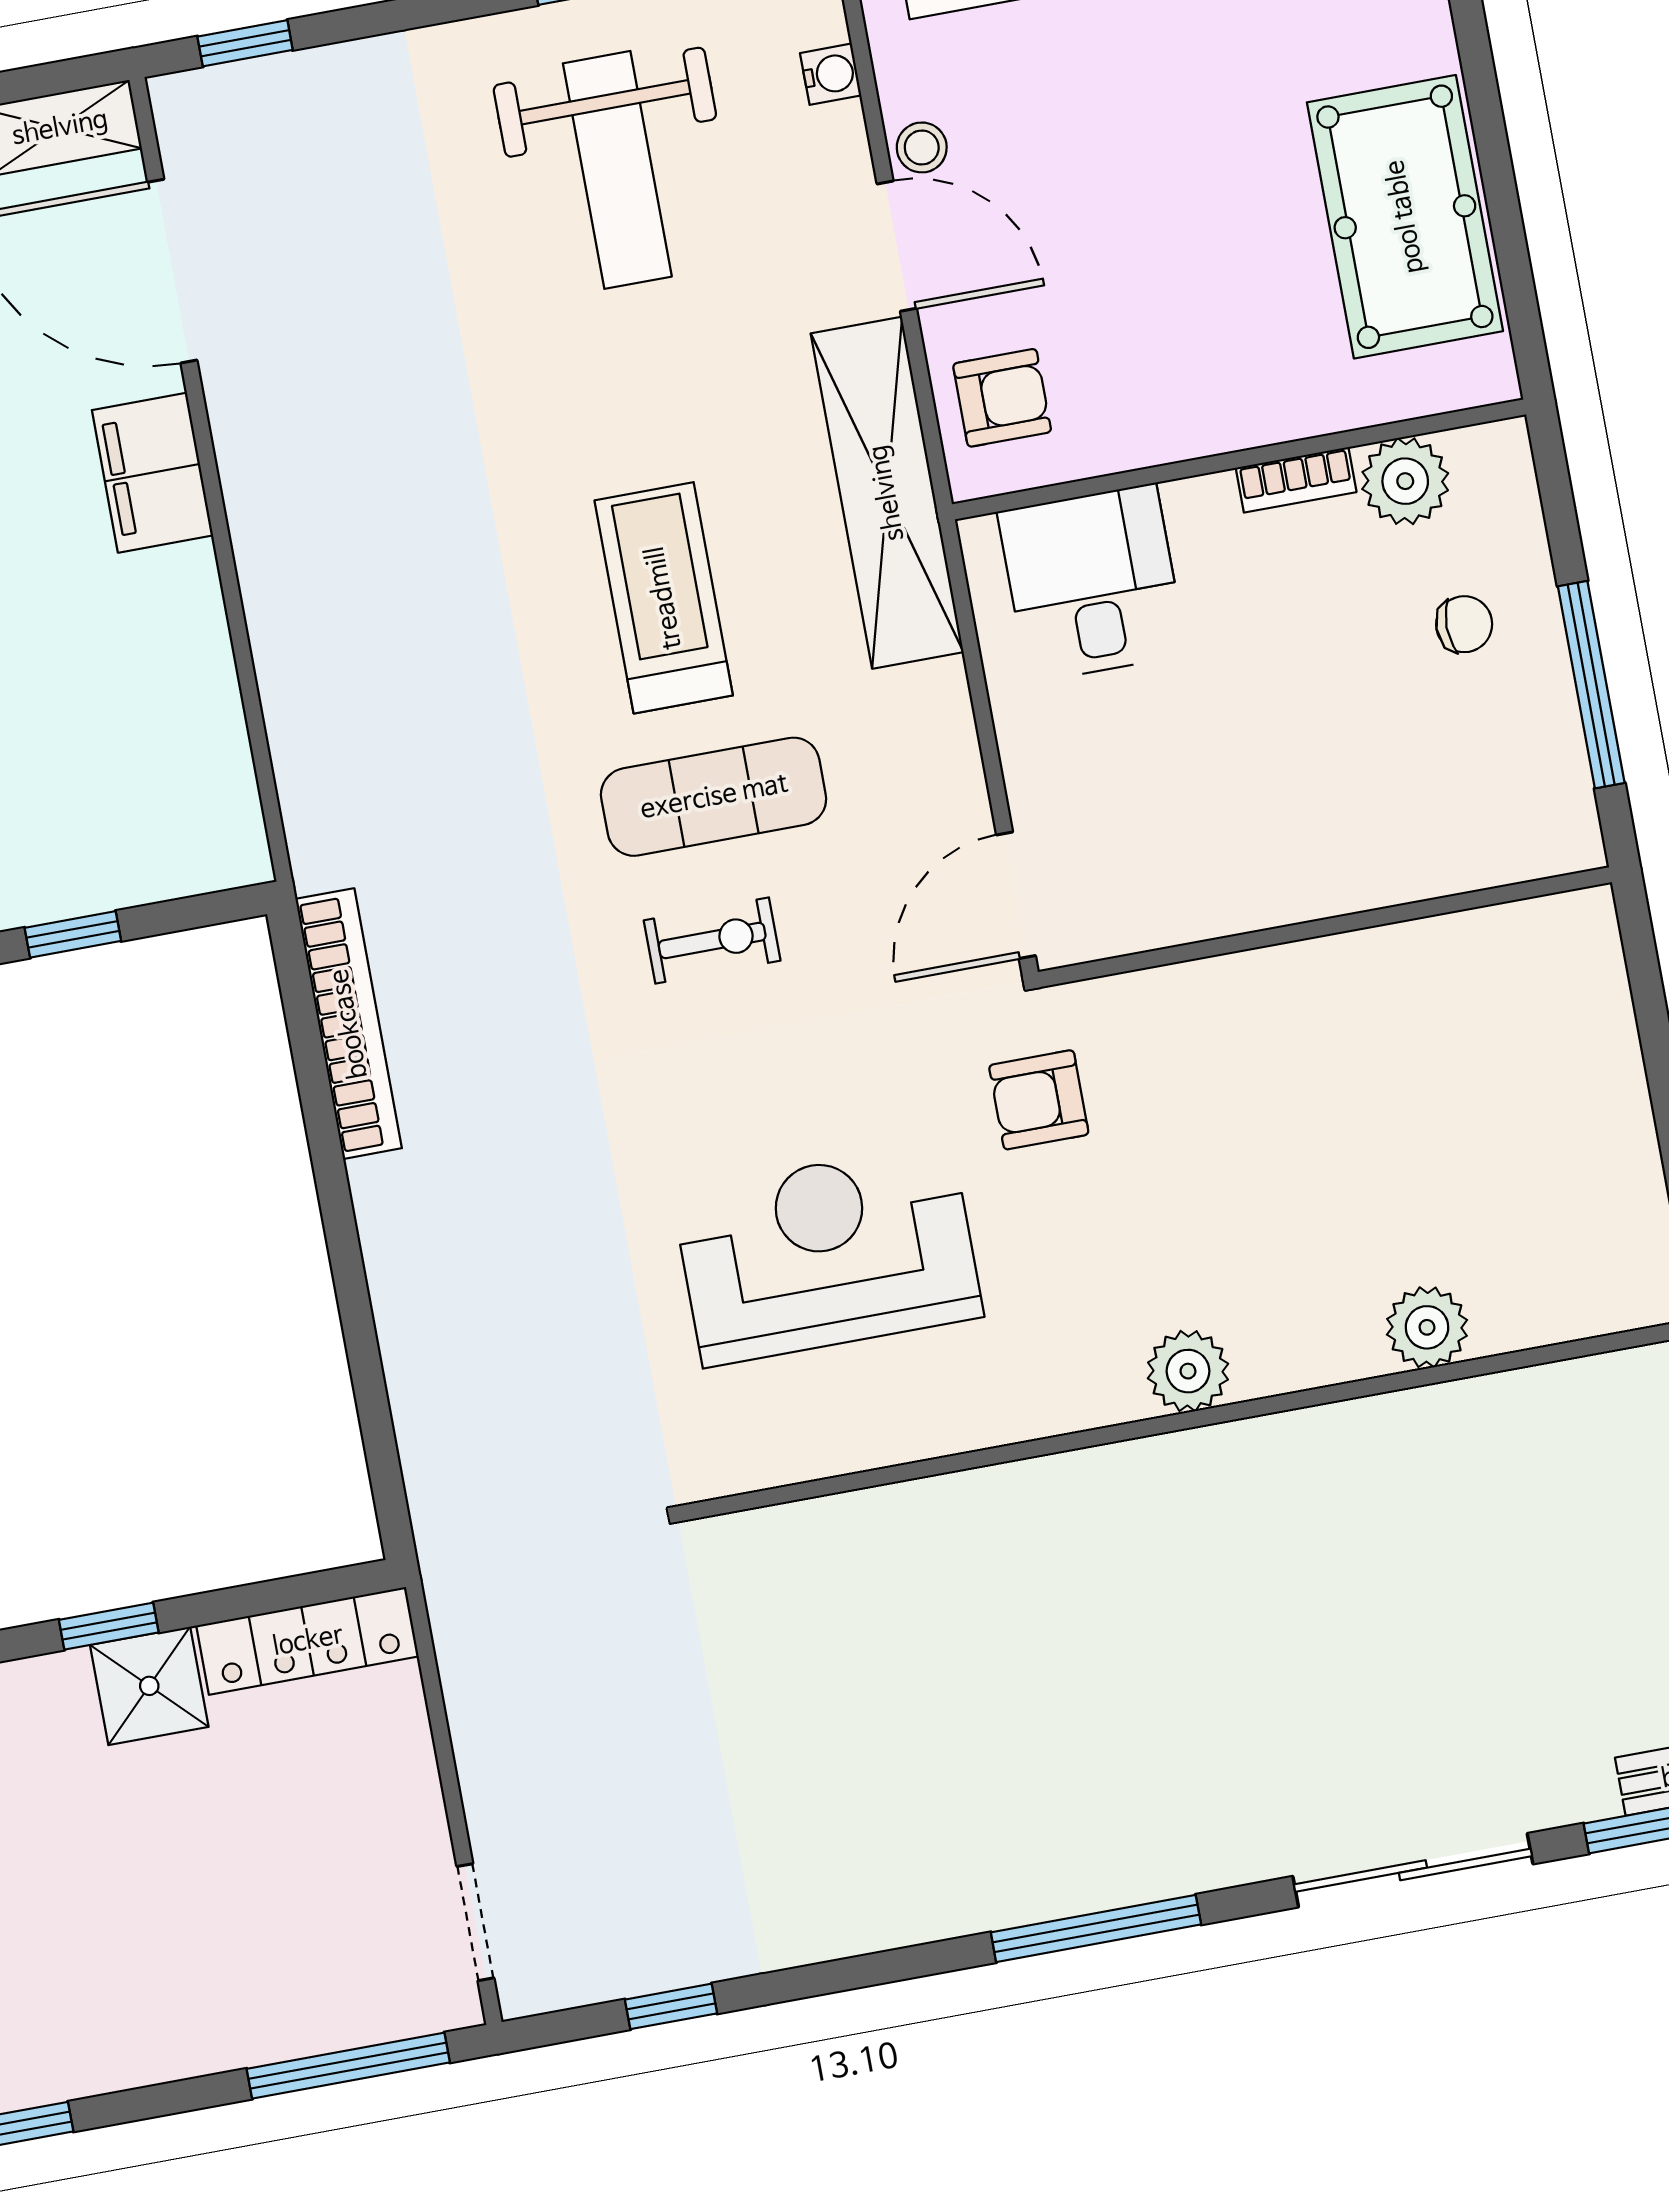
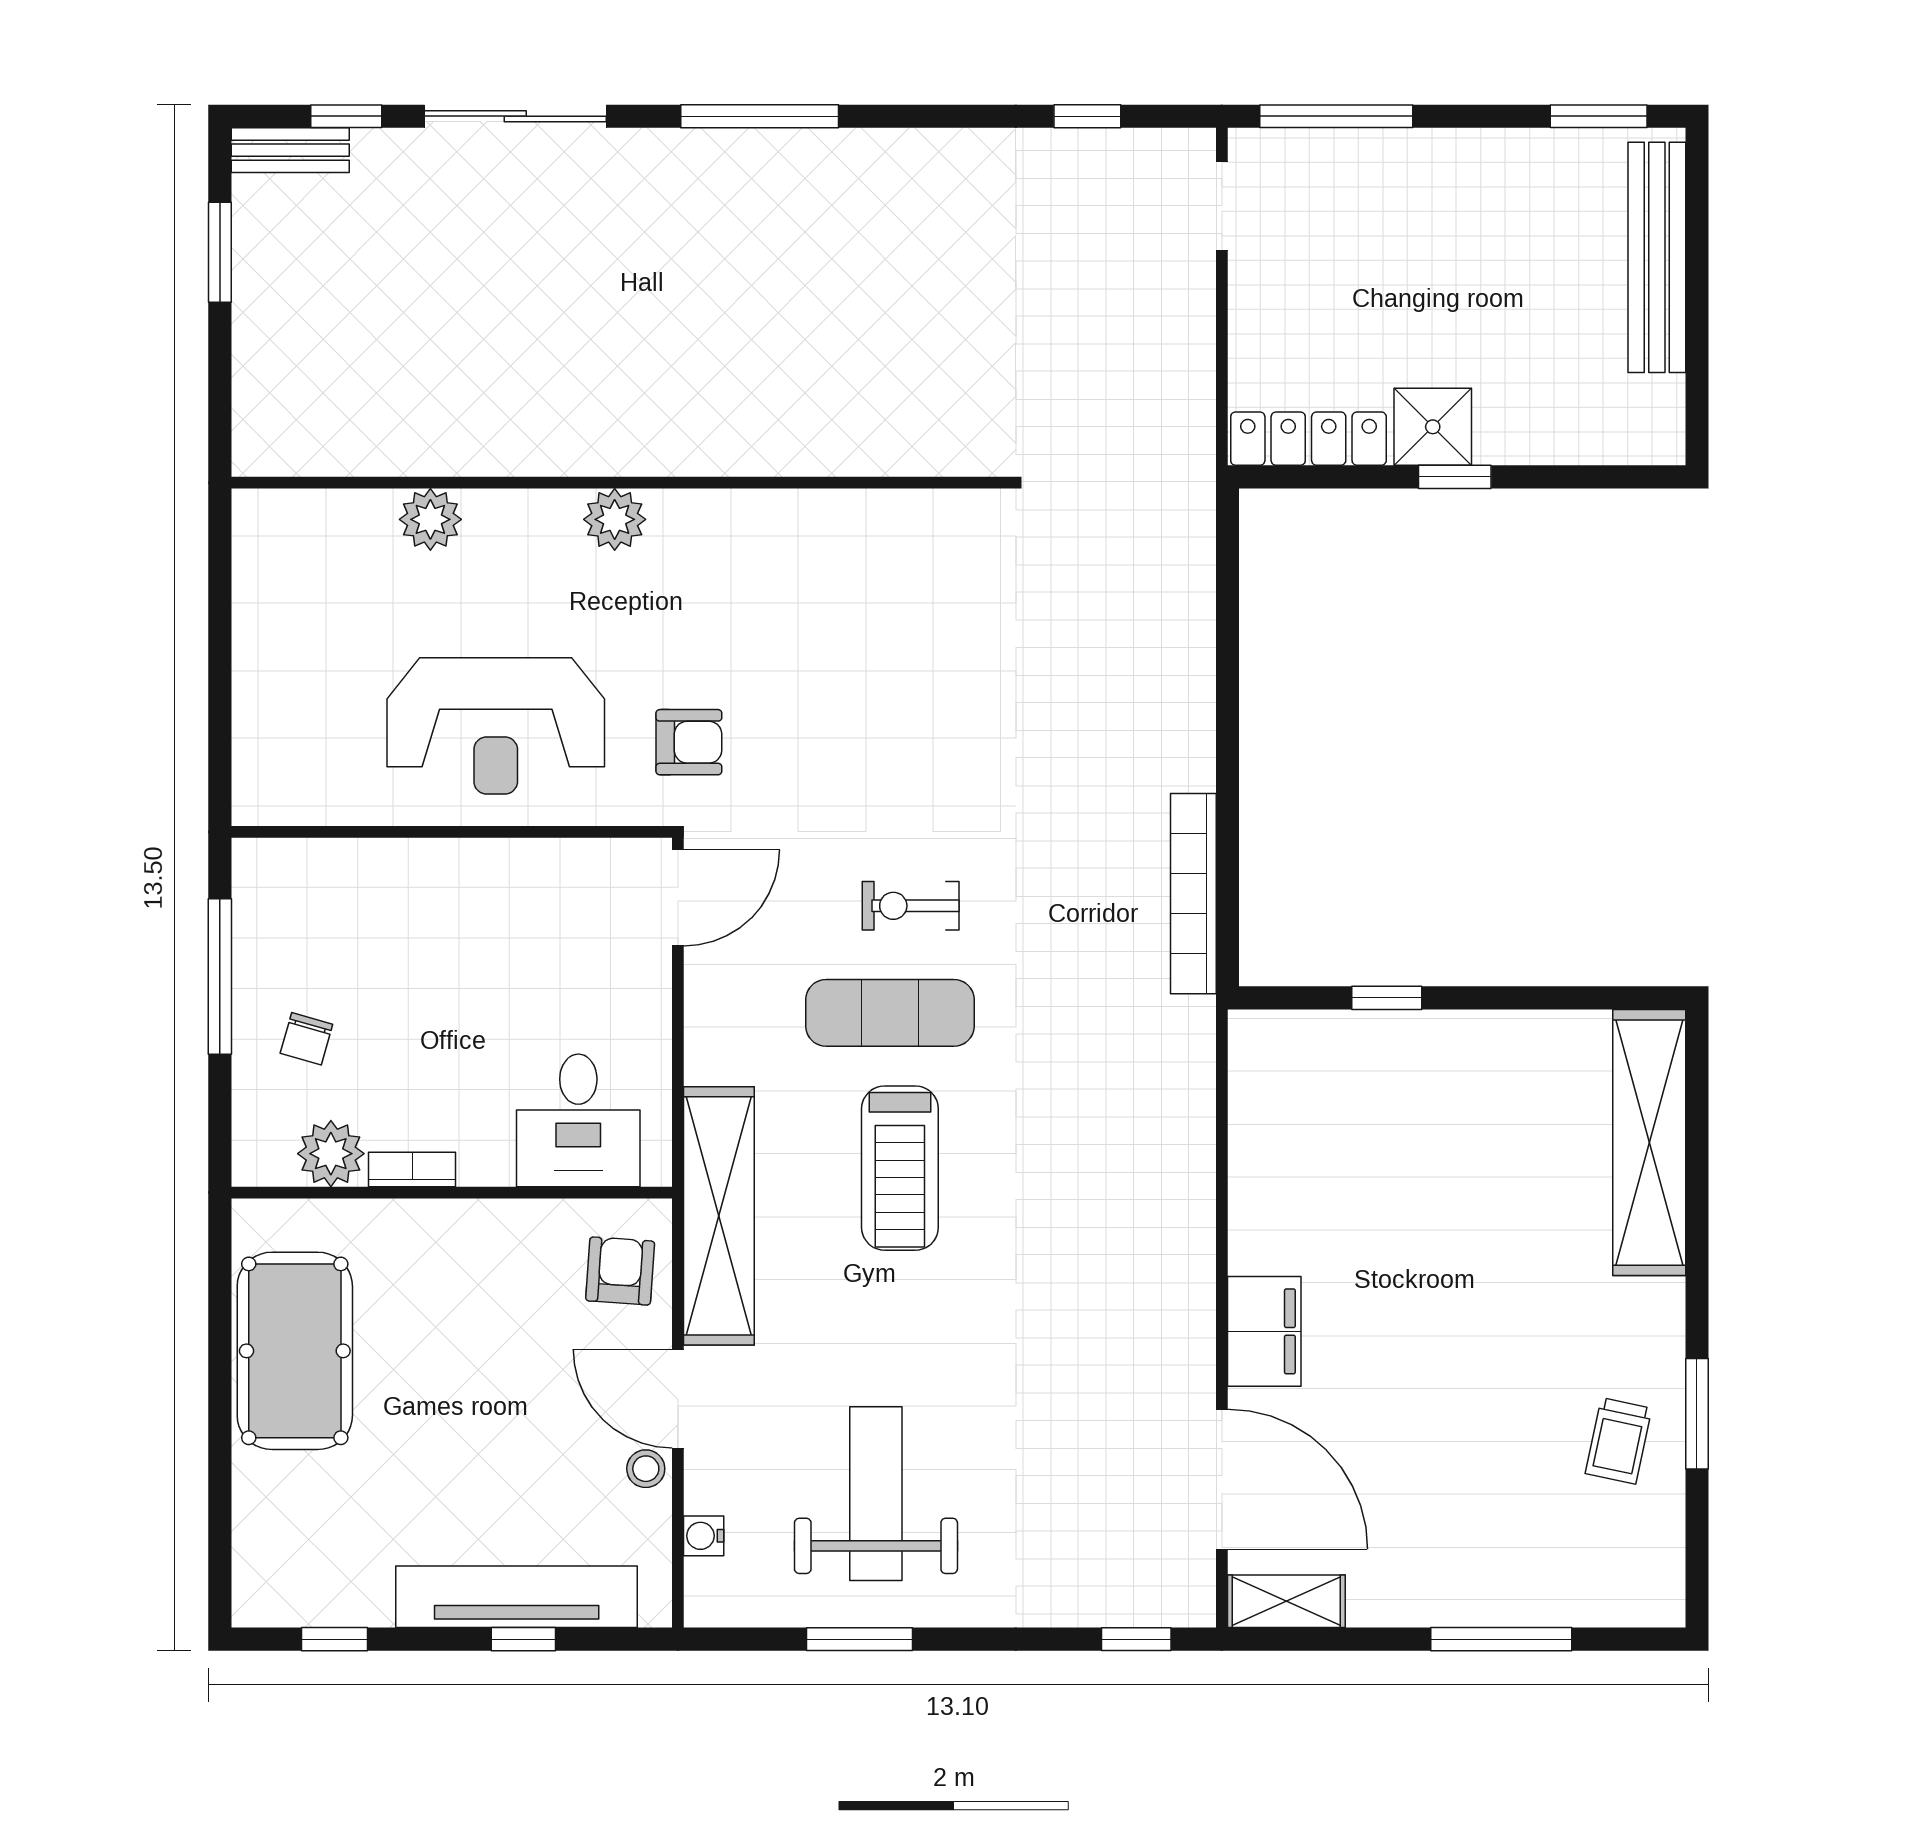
armchair: (1002, 398) -> (620, 1271), turned 94
chair: (1464, 624) -> (306, 1039), turned -74
reception desk: (827, 1254) -> (496, 726), moved

